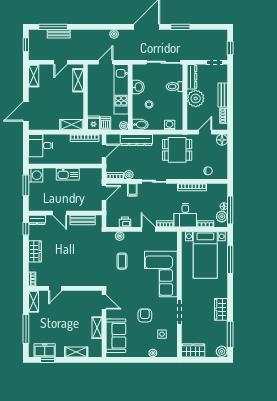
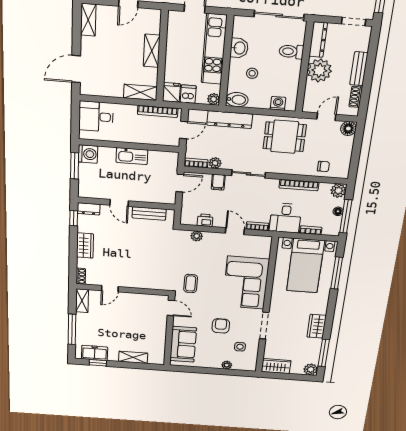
shelving: (78, 80) -> (152, 51), moved
plant: (222, 217) -> (338, 191), moved
coffee table: (122, 261) -> (191, 283), moved
shelving: (97, 328) -> (160, 334), removed

